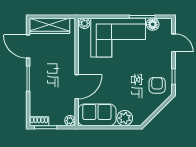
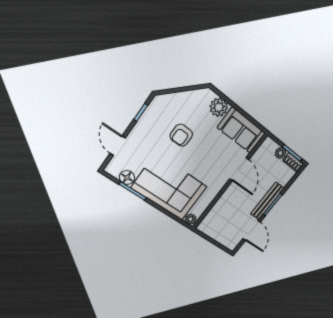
wardrobe: (50, 26) -> (221, 236), removed
bench: (35, 78) -> (267, 201), added
armchair: (157, 85) -> (181, 135), moved
door: (77, 87) -> (239, 169), swing flipped
plant: (70, 121) -> (280, 153), moved

